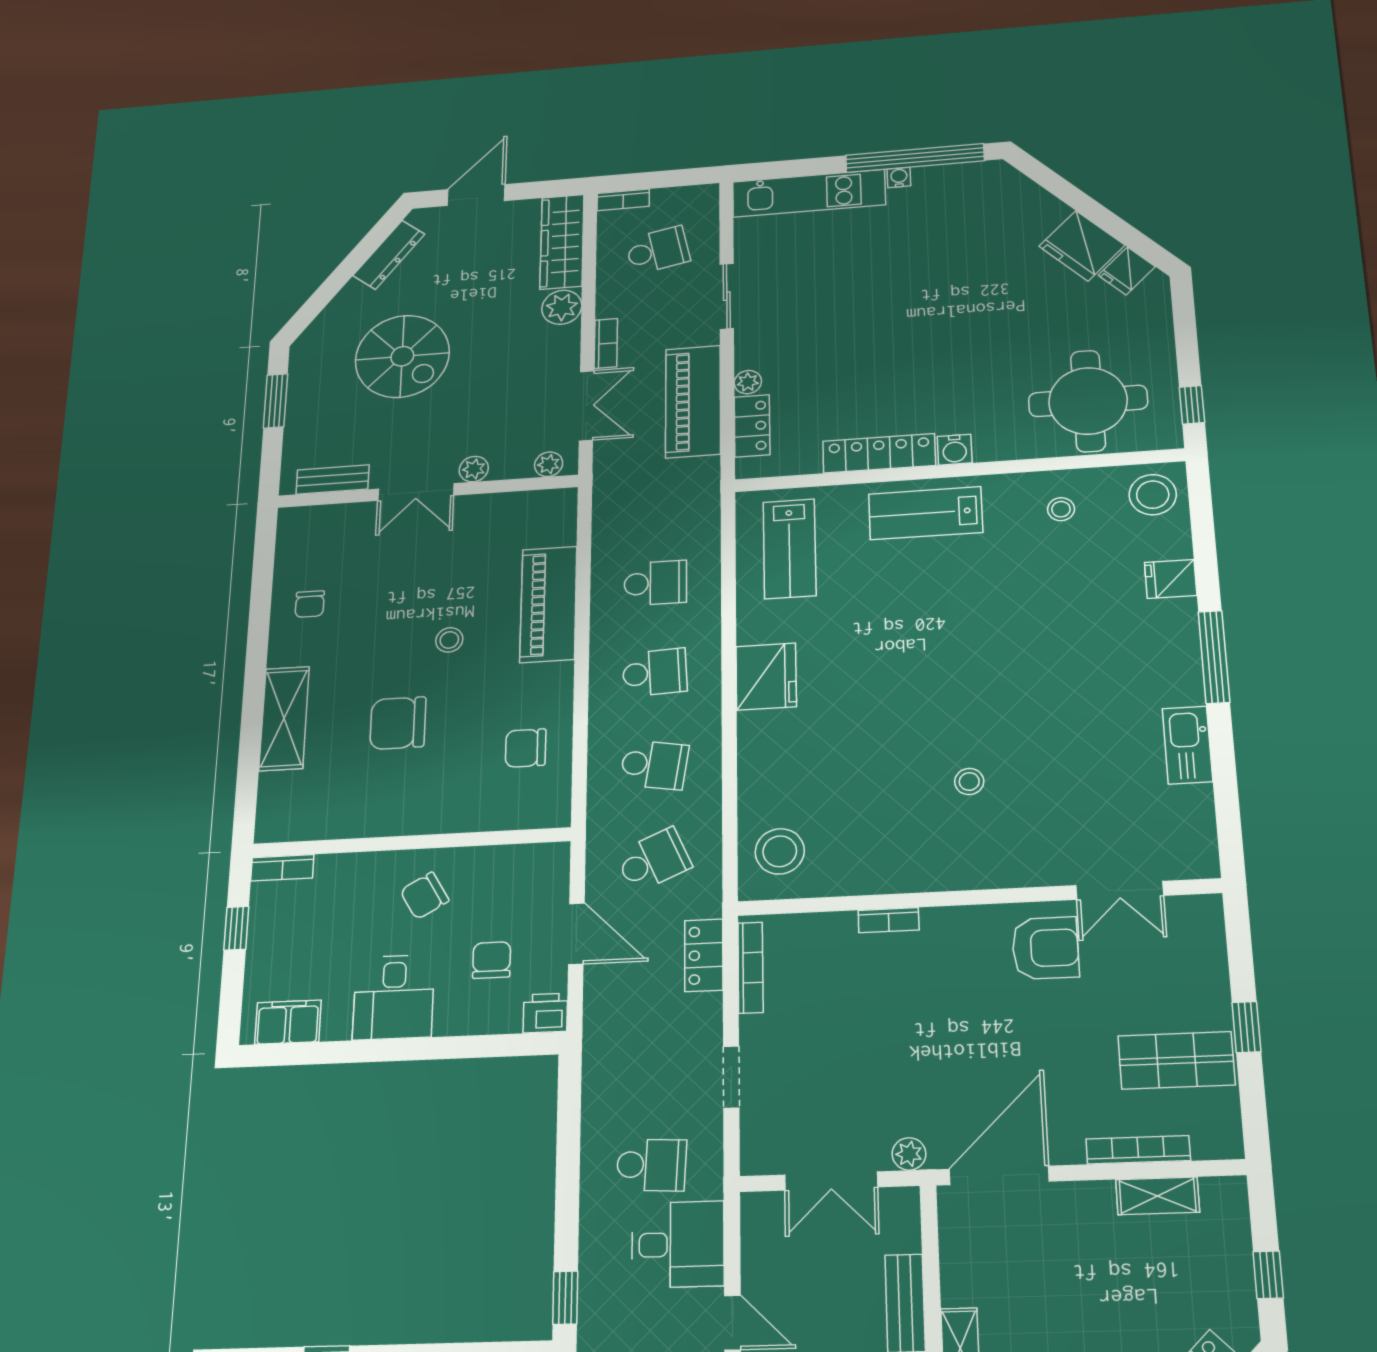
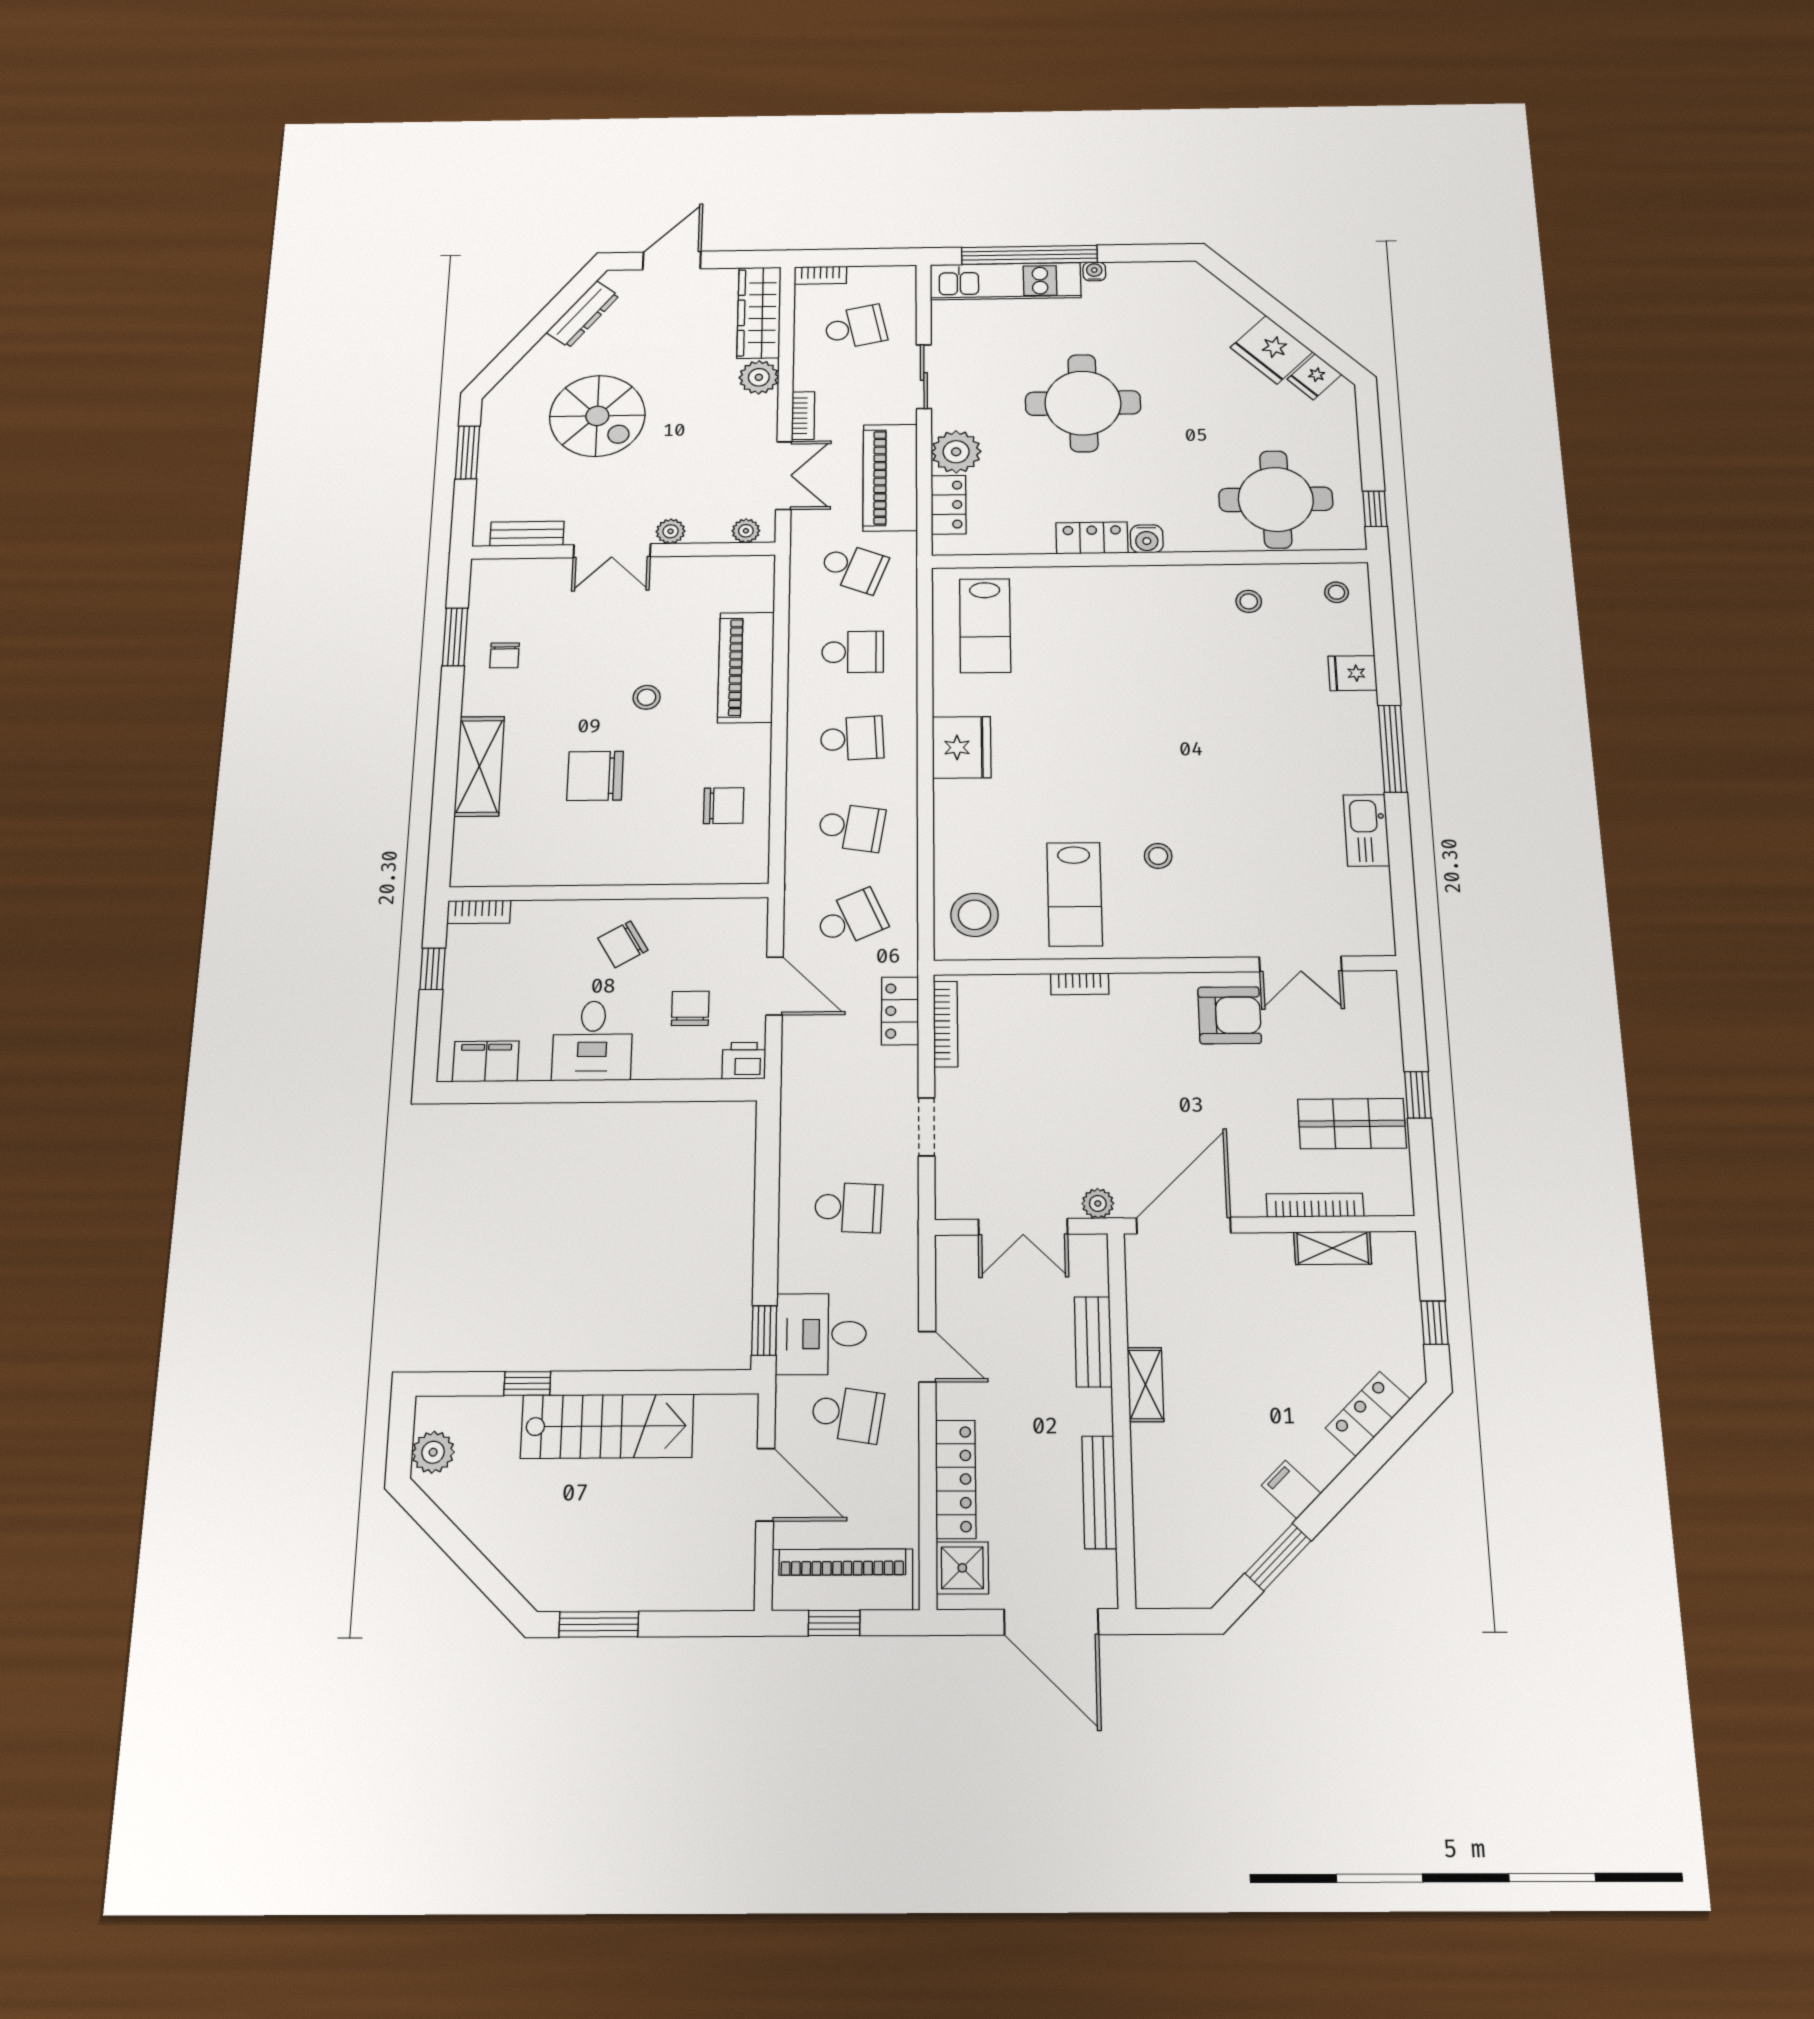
window: (915, 158) -> (1029, 255), moved
round table: (888, 313) -> (1083, 403), added
plant: (748, 382) -> (956, 452), width x1.88, depth x1.88
locker: (879, 453) -> (1092, 538), width x0.66
stool: (1153, 495) -> (1336, 592), width x0.53, depth x0.53
school desk: (656, 496) -> (853, 568), added
lab bench: (926, 513) -> (1075, 894), moved, turned -90
window: (262, 588) -> (455, 637), added
chair: (526, 748) -> (724, 806), turned 180
desk: (678, 1244) -> (821, 1334), moved, turned 180

